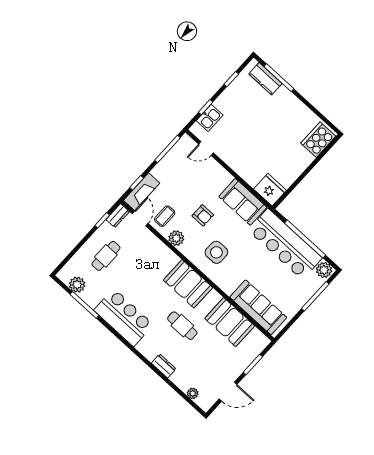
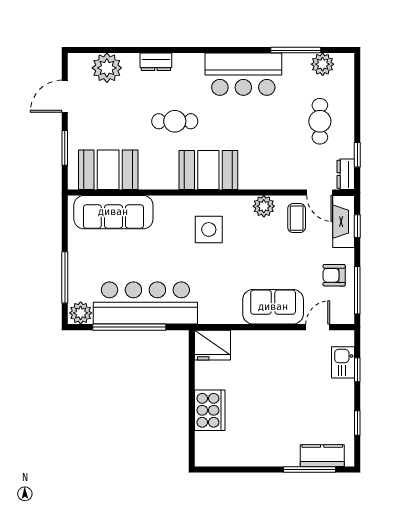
cooker: (318, 140) -> (210, 410), moved
sofa: (243, 202) -> (273, 307), moved
armchair: (203, 215) -> (334, 275), moved
booth: (230, 322) -> (108, 170), moved
plant: (193, 393) -> (107, 68), width x1.87, depth x1.87

